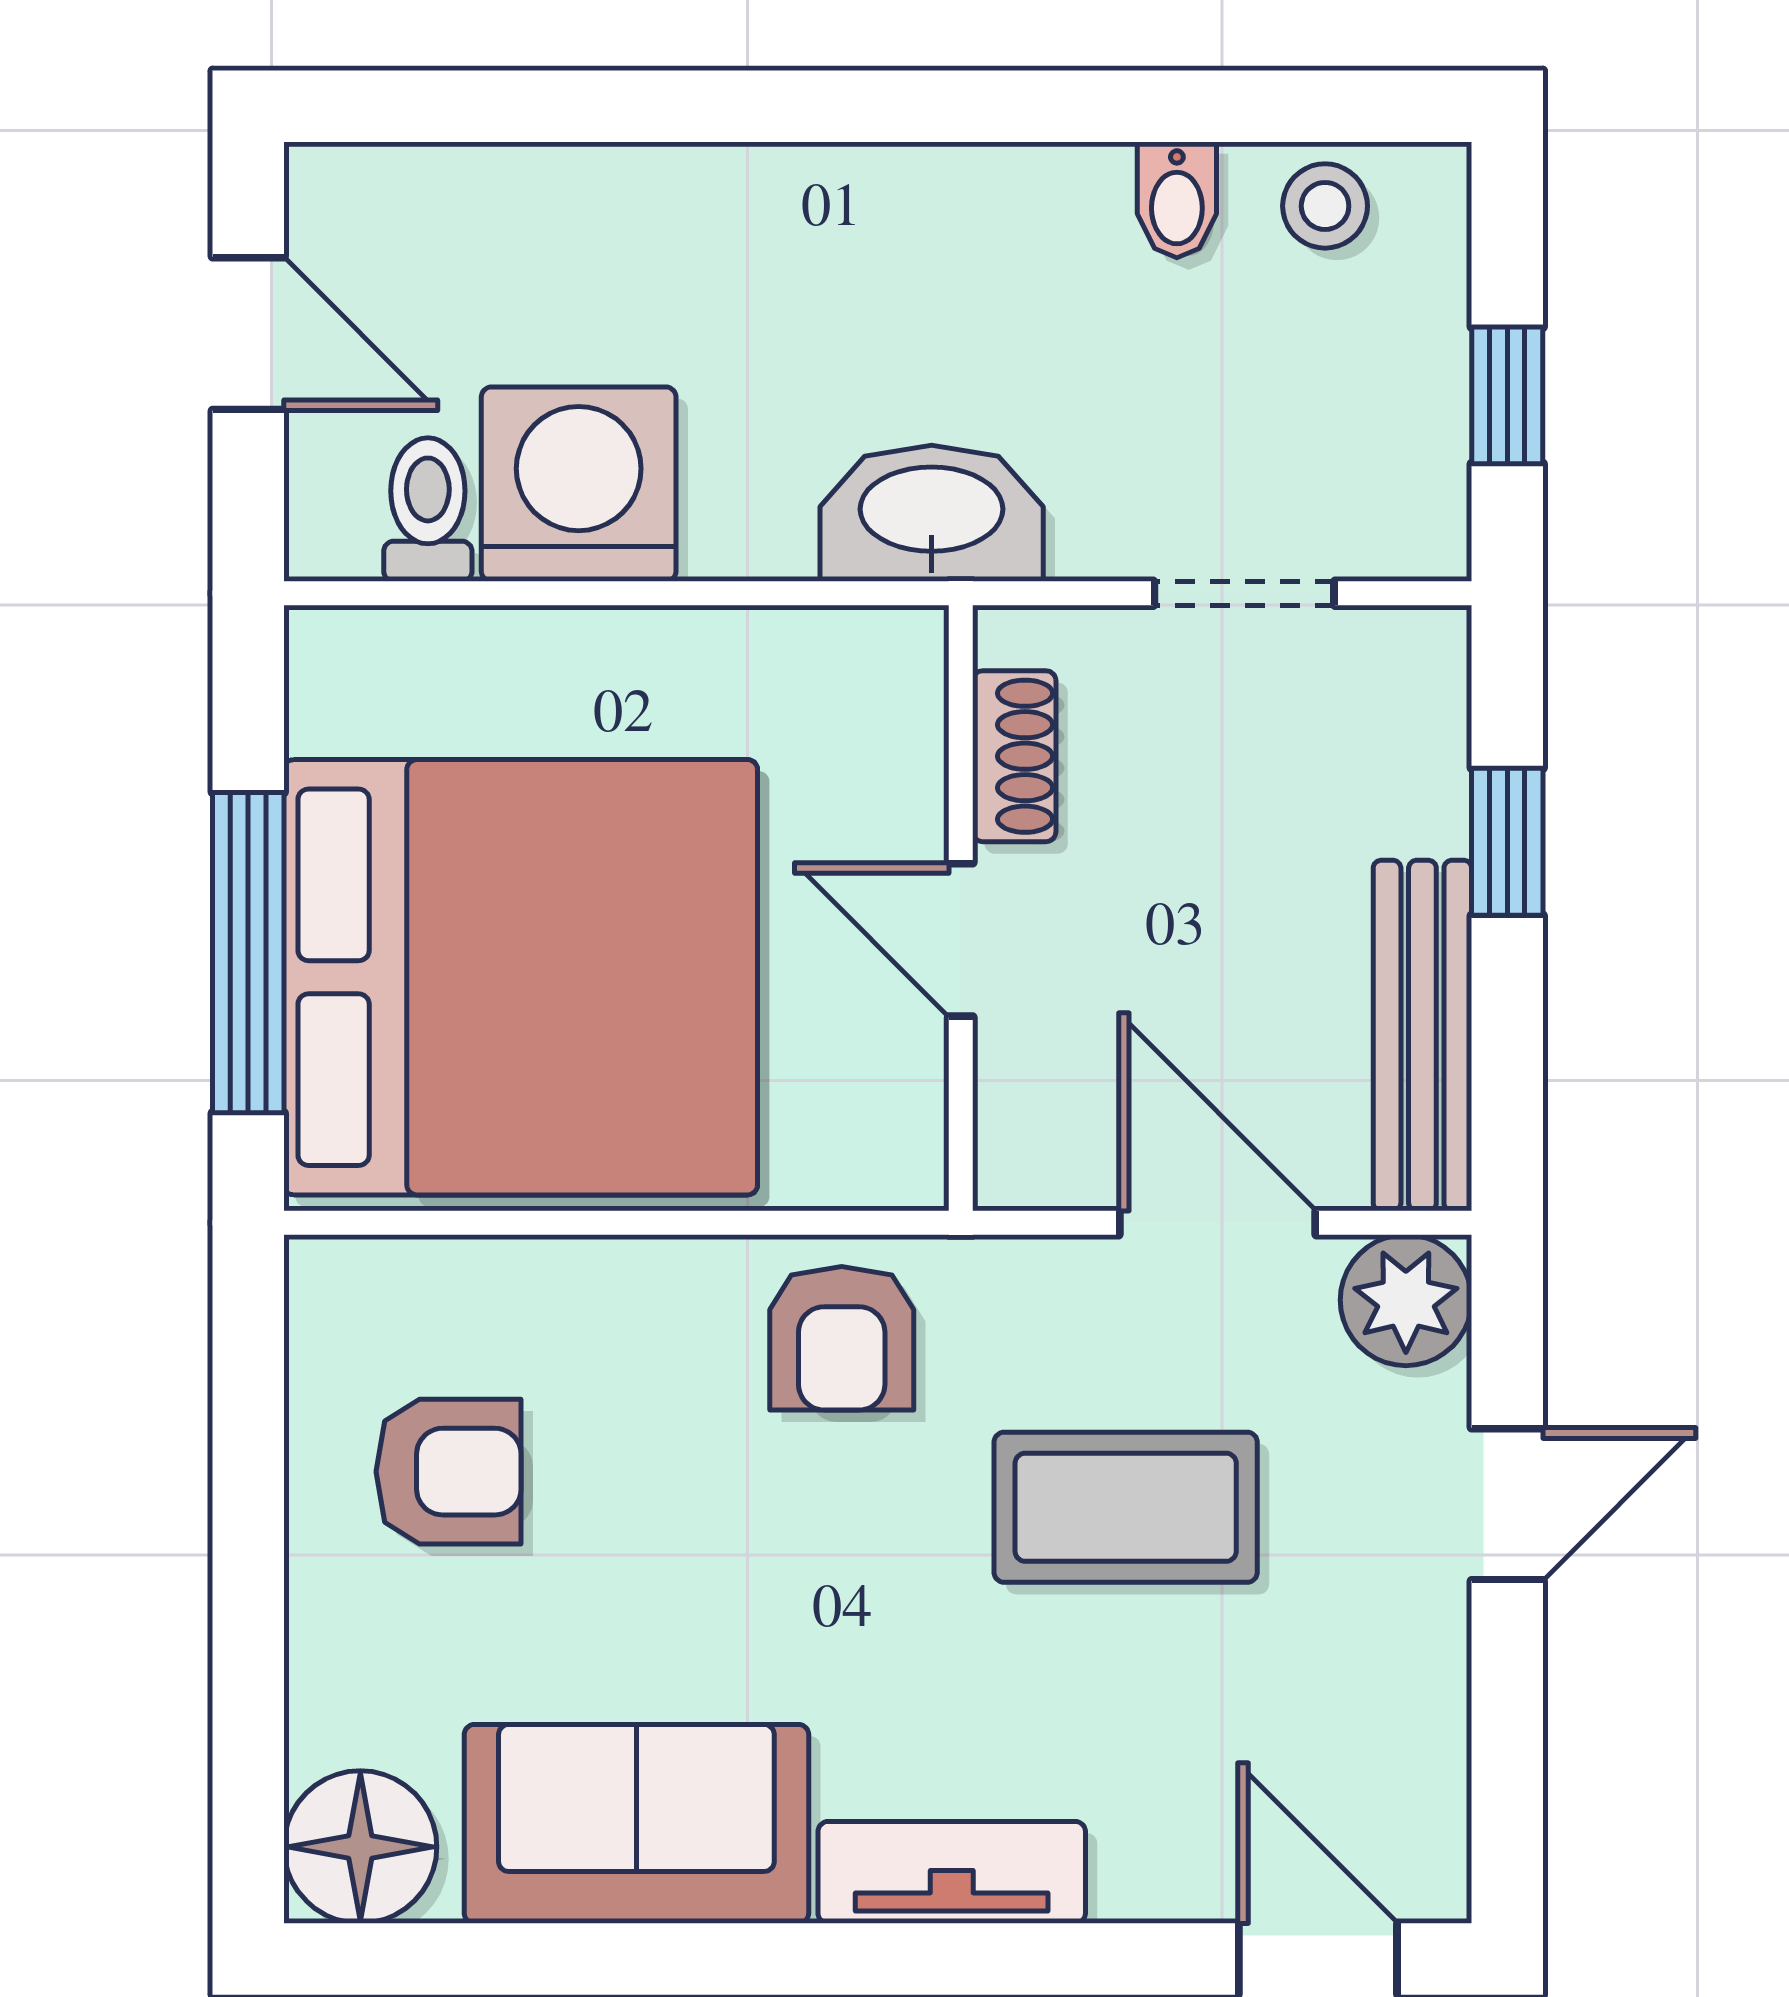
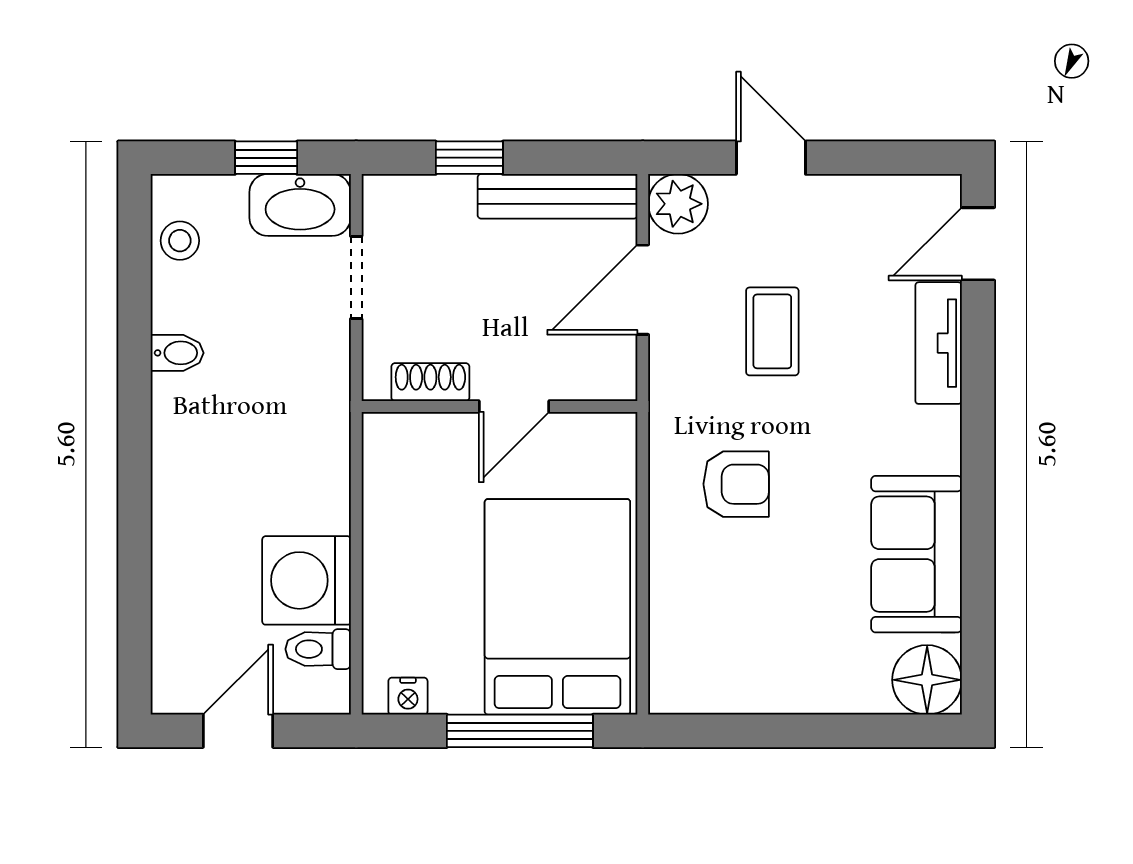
bidet: (1177, 200) -> (177, 353), moved
washbasin: (932, 513) -> (300, 205), moved, turned -90
nightstand: (324, 707) -> (408, 696), added
bed: (521, 977) -> (557, 607), width x0.73
armchair: (842, 1338) -> (736, 484), moved
armchair: (449, 1472) -> (756, 640), removed
coffee table: (1126, 1507) -> (772, 331), width x0.73, depth x0.77
tv unit: (952, 1872) -> (939, 343), moved

